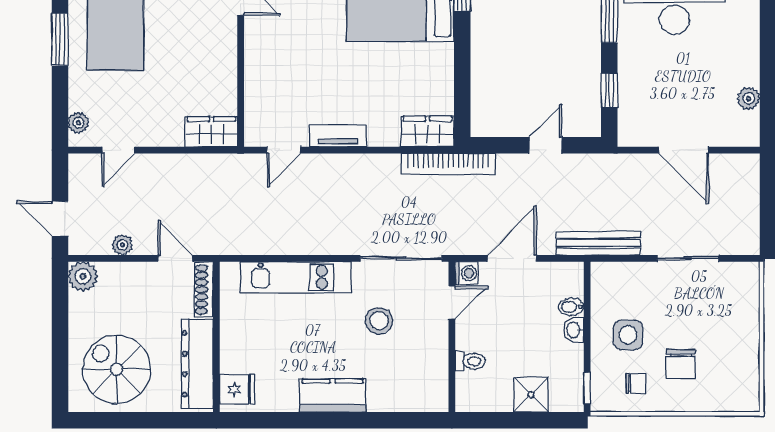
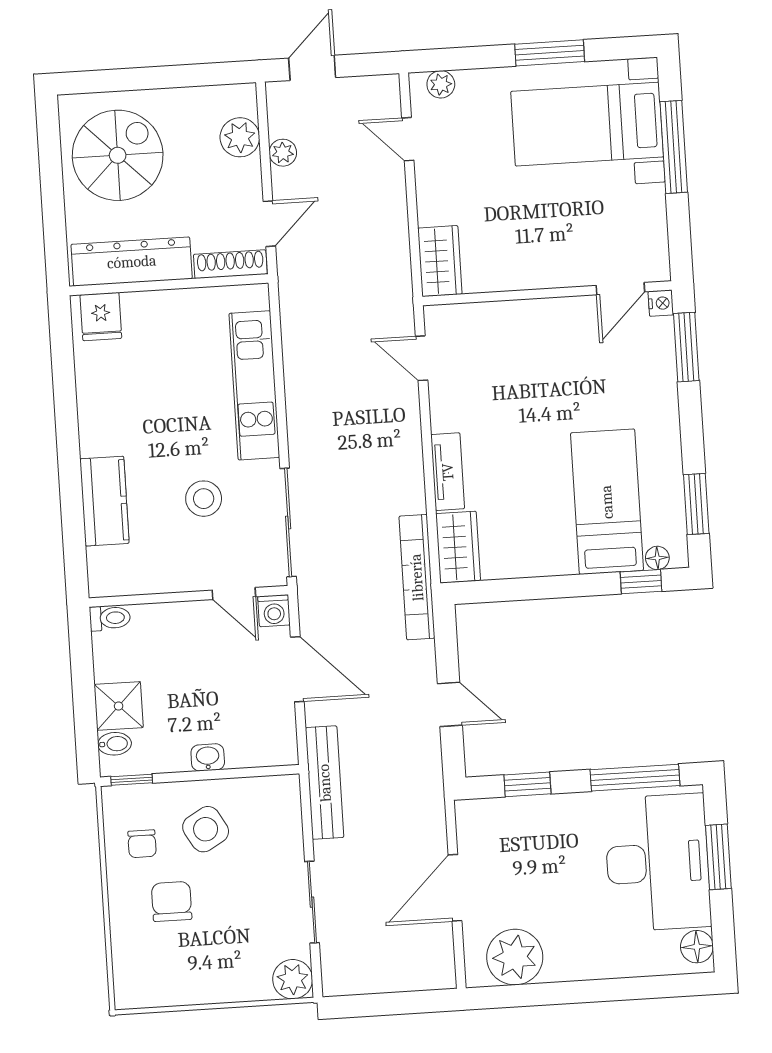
plant: (749, 98) -> (515, 957), width x1.87, depth x1.87
tv unit: (338, 136) -> (448, 472), moved
plant: (83, 276) -> (240, 137), moved
plant: (745, 277) -> (293, 979), added
bidet: (571, 307) -> (115, 744), moved, turned 90
side table: (628, 335) -> (206, 829), turned -30
toilet: (470, 361) -> (110, 618), moved, turned -90
chair: (681, 364) -> (172, 901), turned 90
kitchen counter: (333, 396) -> (104, 501), moved

